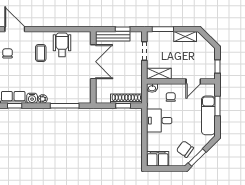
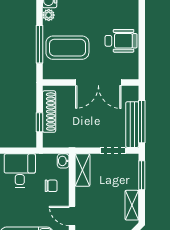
window: (123, 29) -> (142, 122), width x2.17
bench: (113, 36) -> (132, 125), moved
coffee table: (41, 53) -> (67, 48), moved, width x1.86, depth x1.72
shoe rack: (126, 99) -> (49, 112), moved

